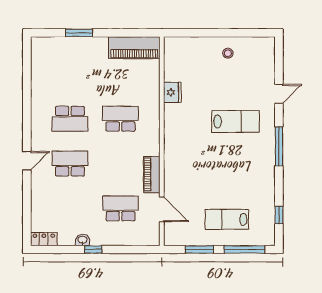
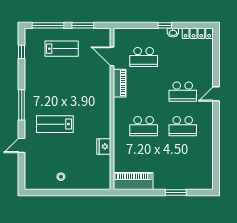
school desk: (70, 119) -> (183, 126), turned 180
locker: (44, 239) -> (197, 33), width x1.53

